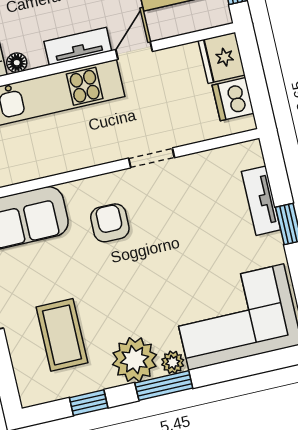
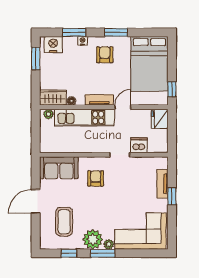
dishwasher: (233, 99) -> (139, 145), moved, turned 90

